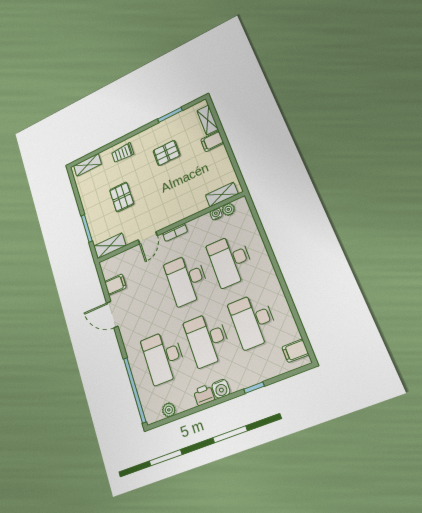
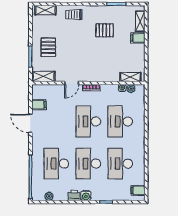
pallet: (122, 197) -> (48, 47), moved

